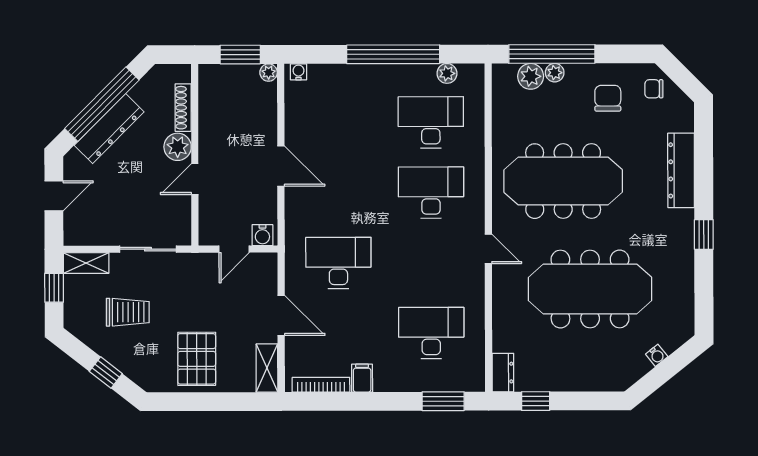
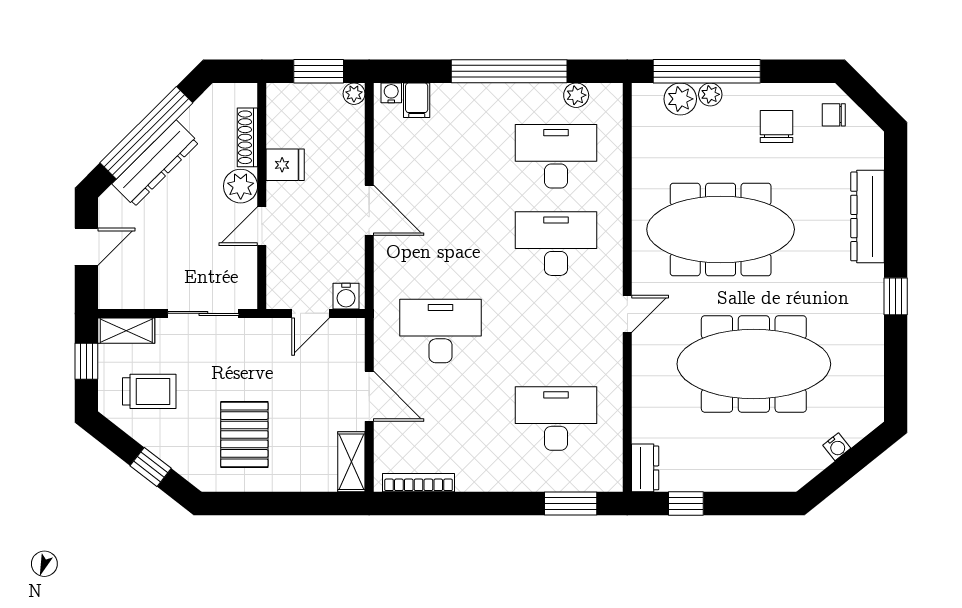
fridge: (213, 130) -> (285, 165), added
door: (488, 249) -> (627, 314), hinge flipped
trolley: (128, 312) -> (149, 391), moved
pallet: (197, 359) -> (244, 434), moved
filing cabinet: (362, 378) -> (417, 100), moved, turned 180

